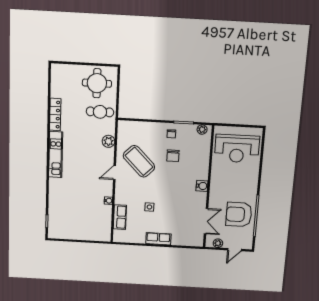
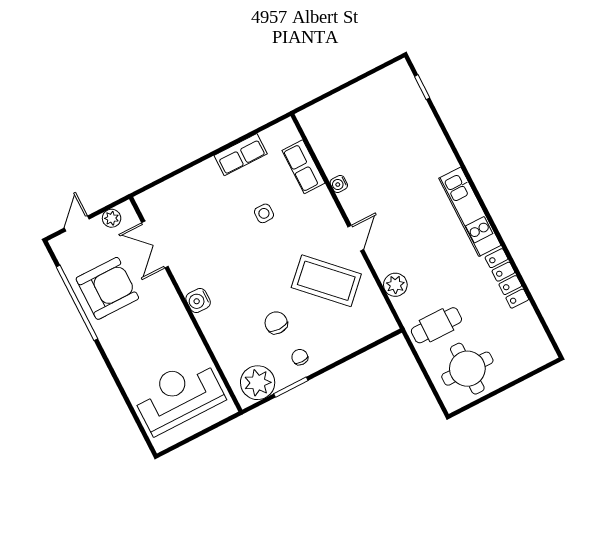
plant: (202, 130) -> (258, 383), width x1.87, depth x1.87
row of seats: (158, 239) -> (241, 155), moved

